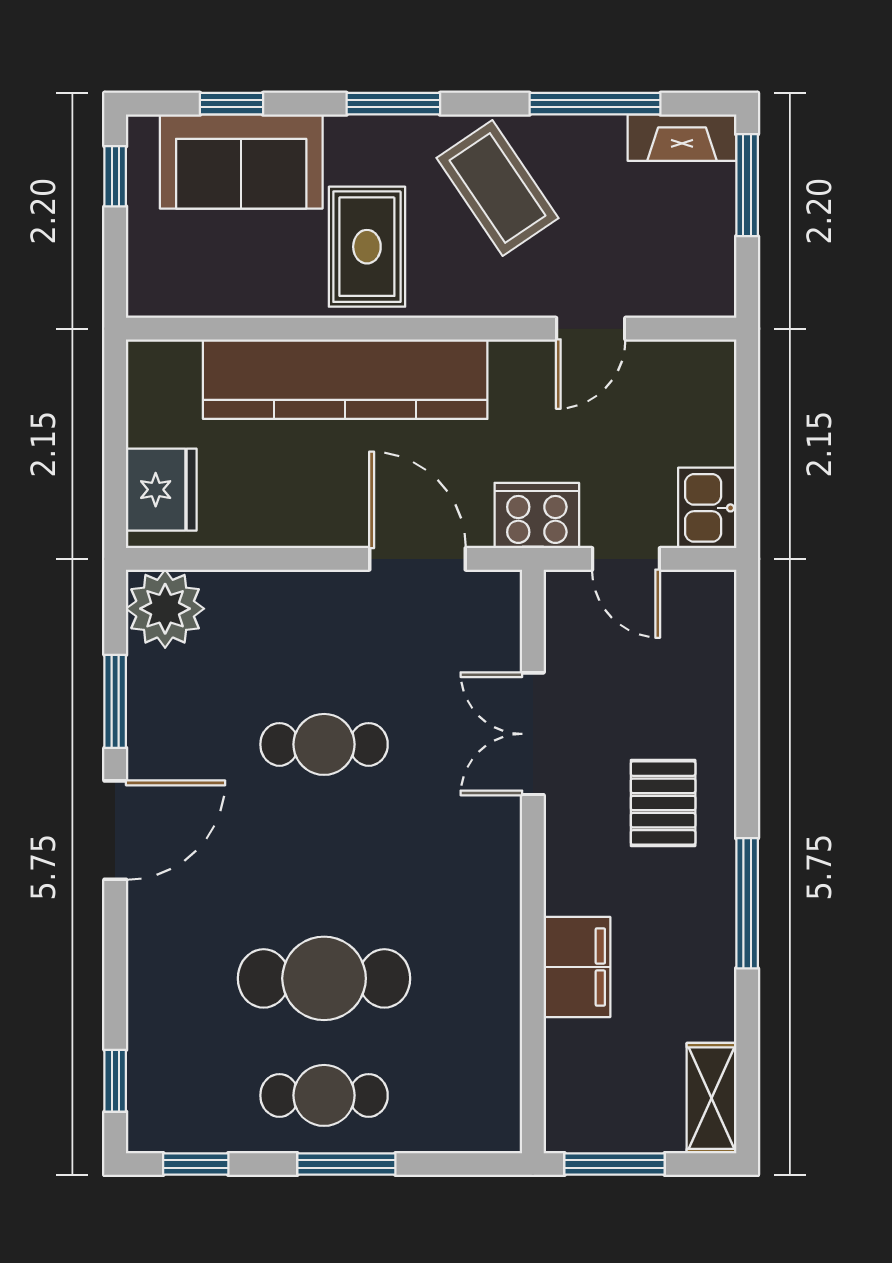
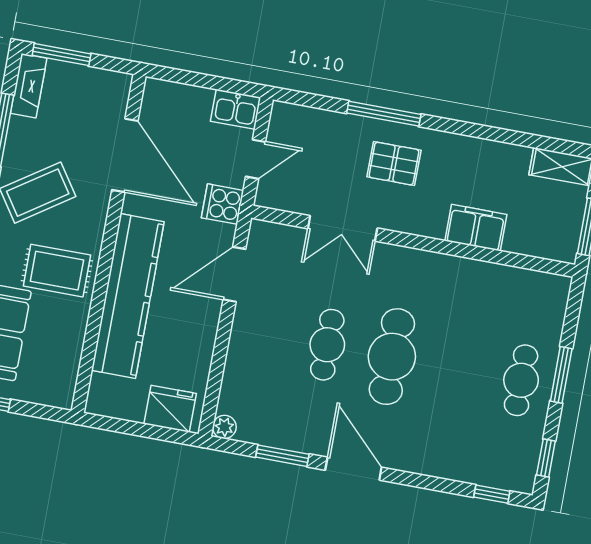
door: (591, 329) -> (125, 155), width x1.87
cooker: (537, 515) -> (223, 204), width x0.73
plant: (165, 609) -> (224, 427), width x0.53, depth x0.53
window: (747, 903) -> (384, 114), moved
cafe table: (324, 978) -> (392, 357), moved

